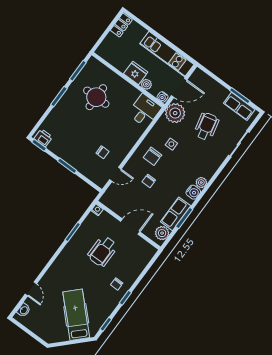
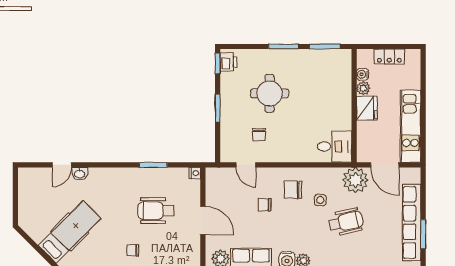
locker: (121, 25) -> (389, 57), moved
plant: (146, 84) -> (363, 88), moved
round table: (96, 97) -> (270, 93), moved
water cooler: (162, 97) -> (363, 74), moved
row of seats: (239, 106) -> (412, 222), width x2.02
wheelchair: (206, 126) -> (346, 222), moved
washbasin: (24, 310) -> (80, 174), moved

